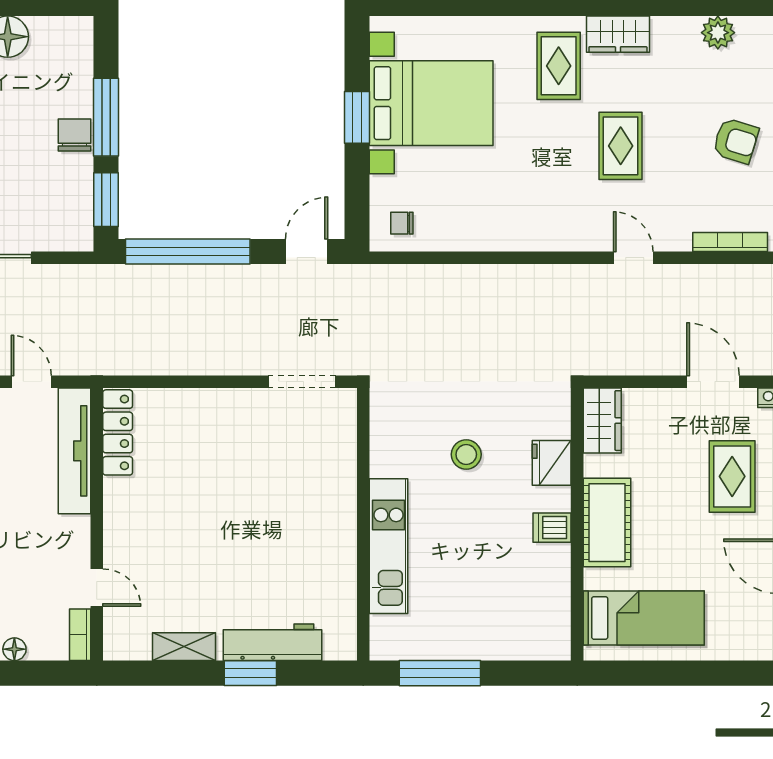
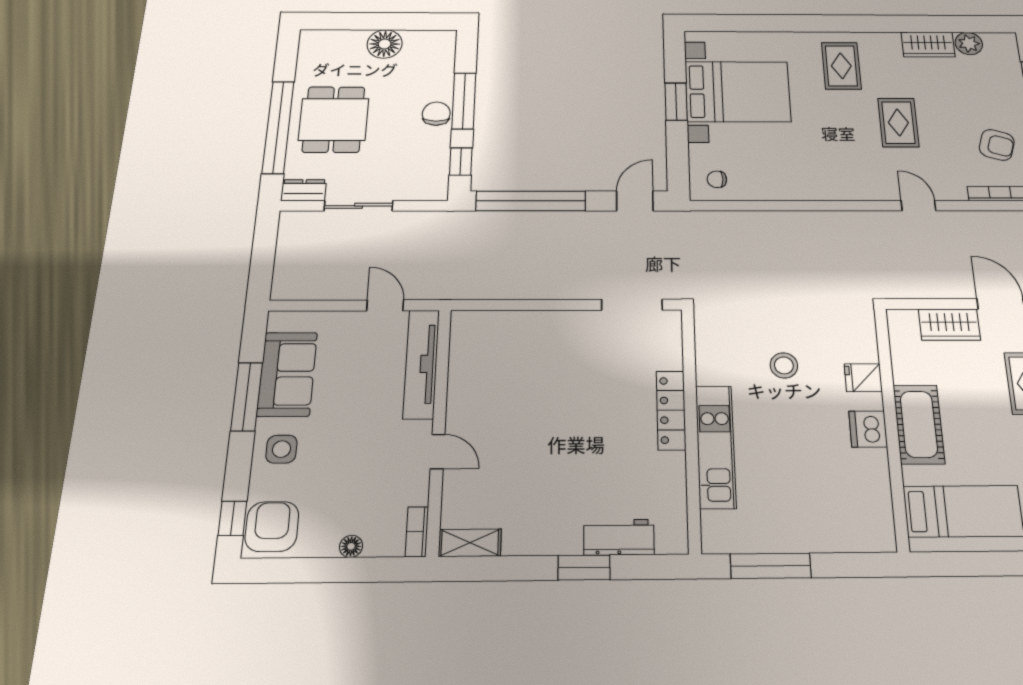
wardrobe: (618, 34) -> (928, 44), moved
armchair: (736, 141) -> (997, 145), moved
window: (106, 200) -> (461, 162), width x0.67
wardrobe: (602, 421) -> (949, 325), moved, turned 90
locker: (118, 432) -> (671, 410), moved, turned 180
fridge: (552, 463) -> (863, 378), width x0.72
dishwasher: (552, 528) -> (868, 429), width x1.38
door: (97, 588) -> (438, 451), moved
workbench: (272, 642) -> (619, 537), width x0.73
shelving: (184, 647) -> (470, 543), moved

